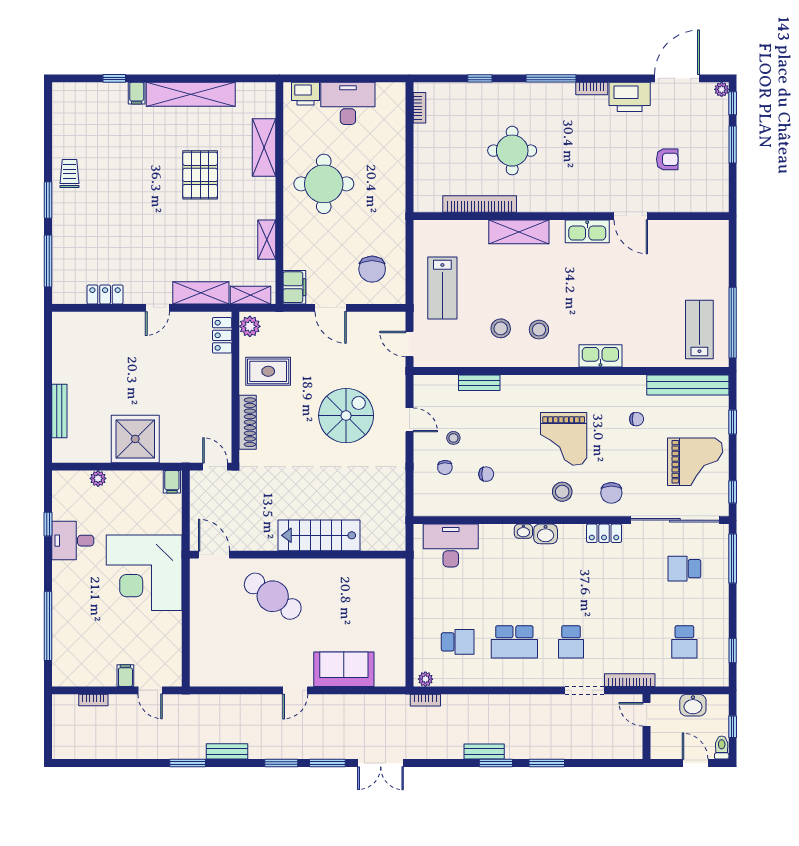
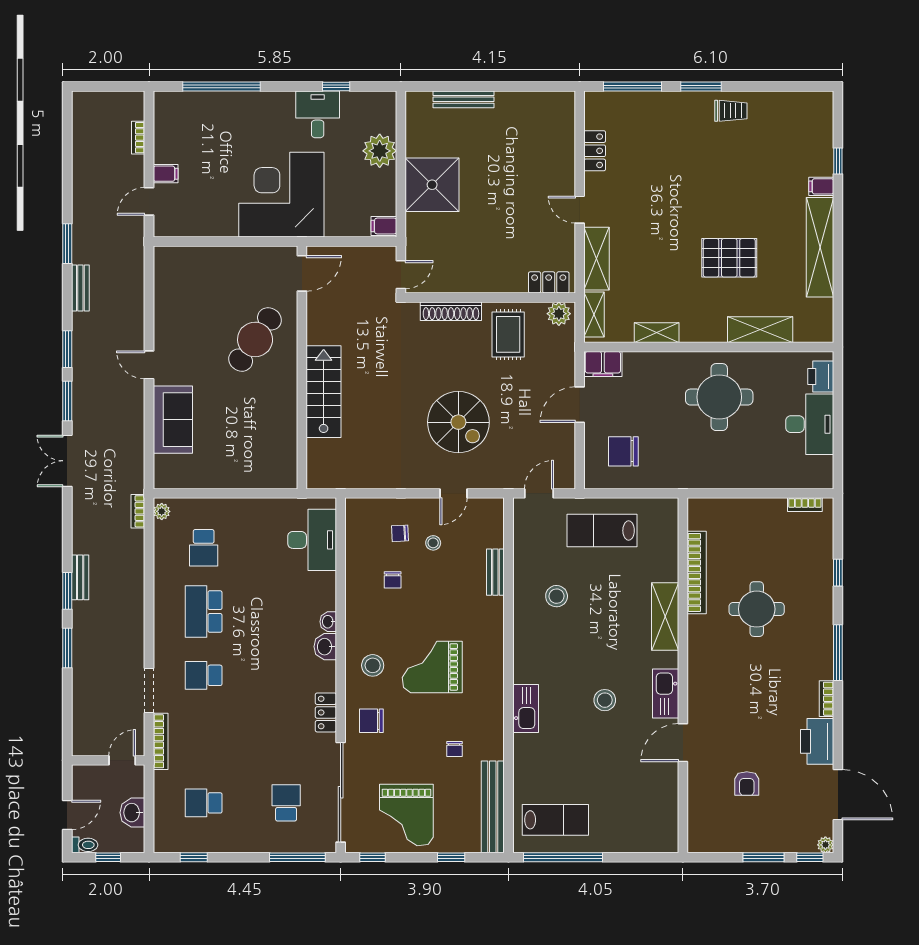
stool: (539, 330) -> (605, 700), moved
plant: (98, 478) -> (380, 151), width x1.87, depth x1.87

